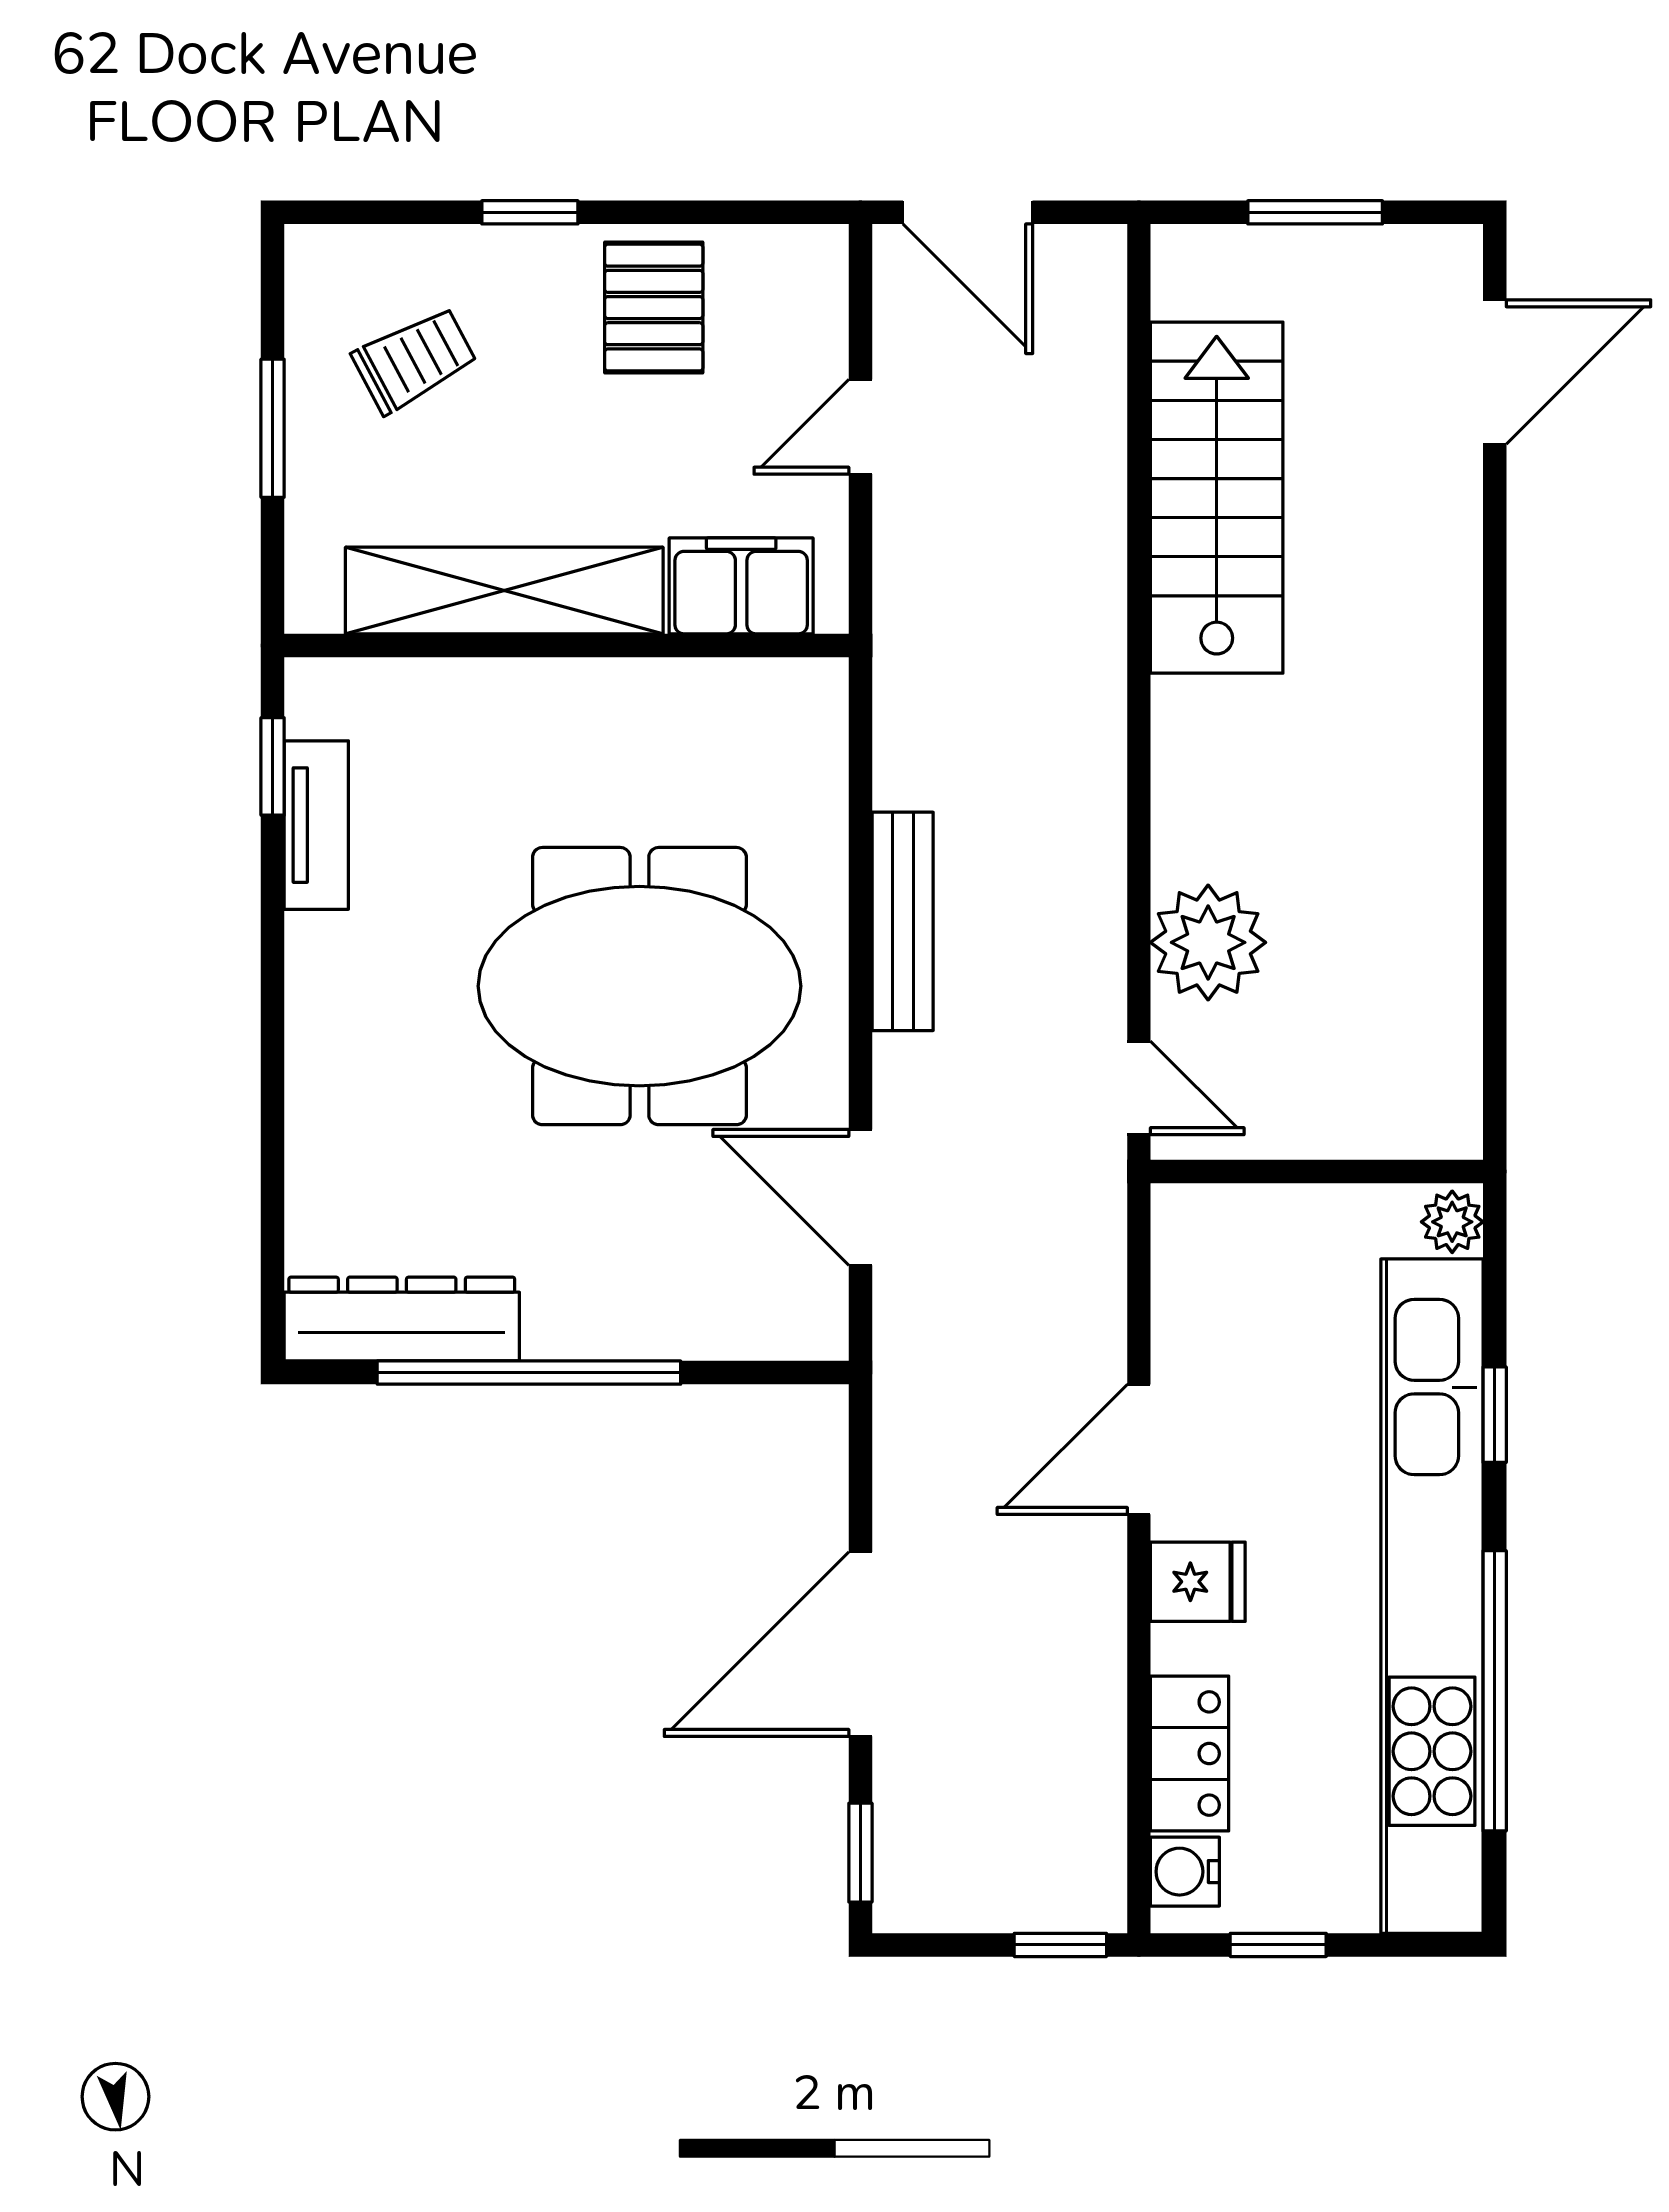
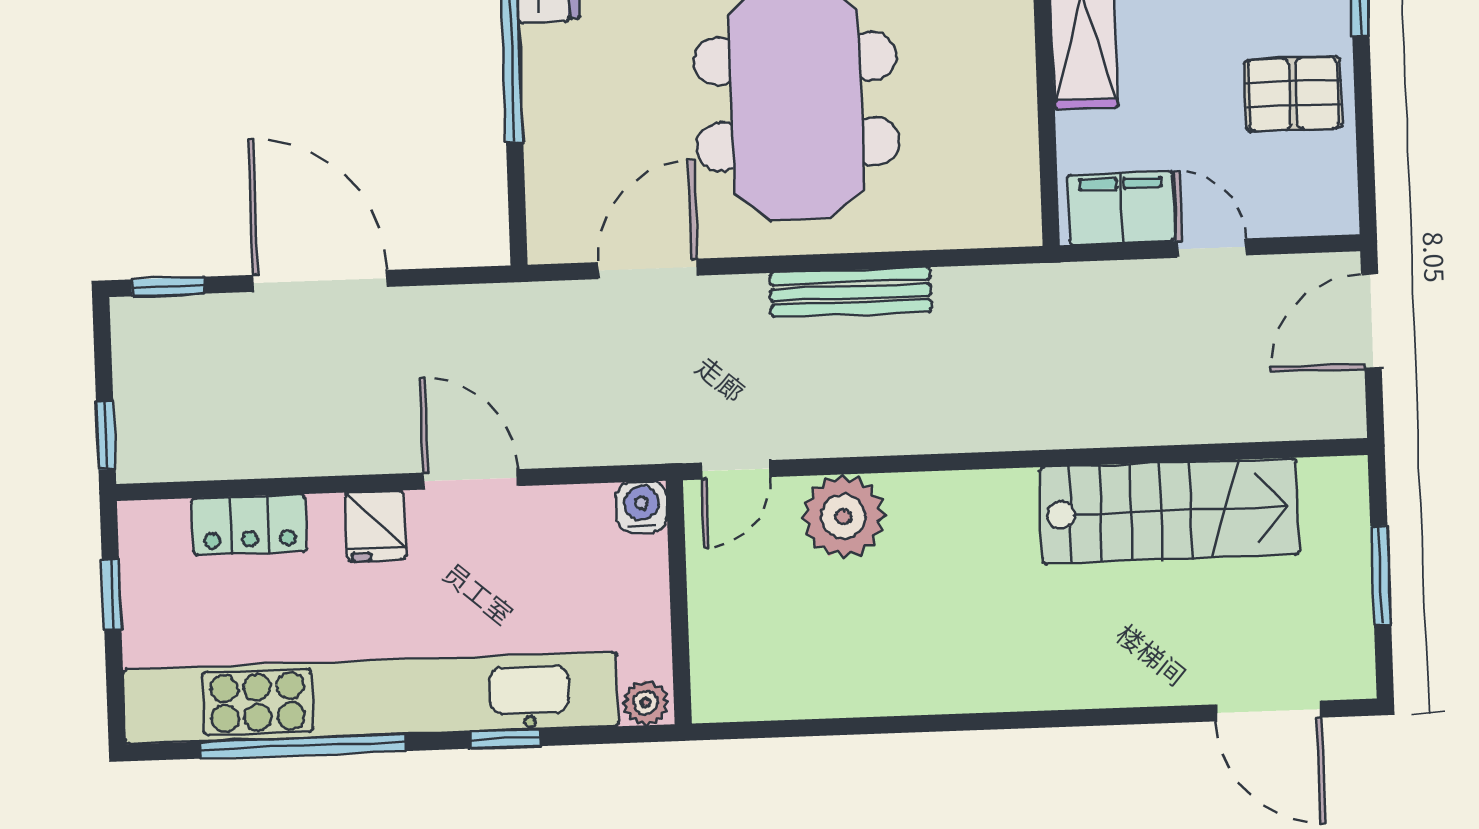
filing cabinet: (741, 586) -> (1121, 208), moved, turned -90
water cooler: (1185, 1872) -> (642, 507), moved

